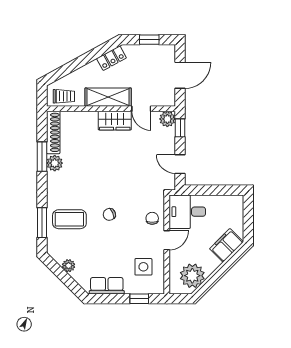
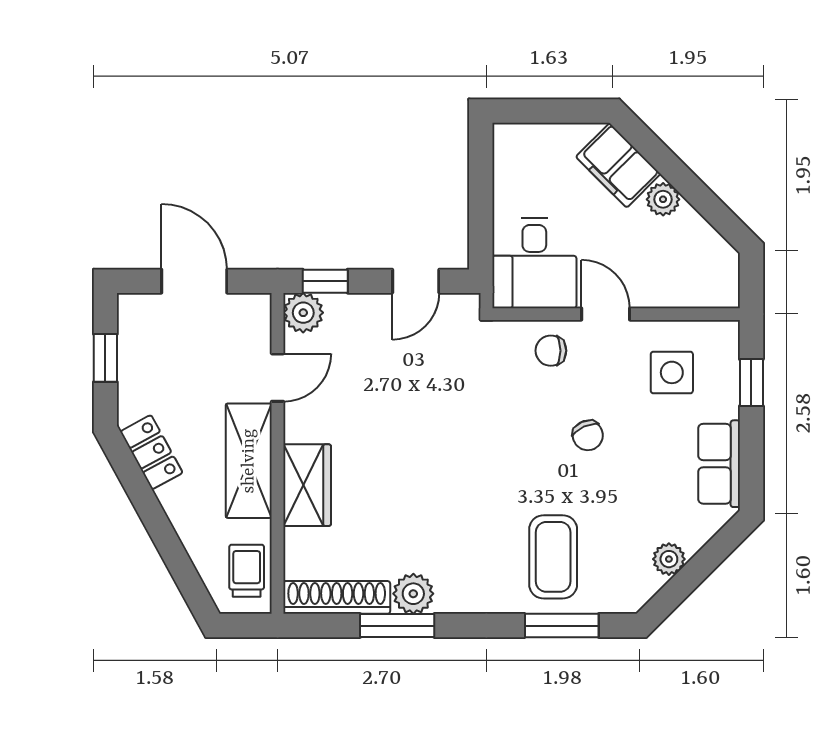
wardrobe: (115, 121) -> (307, 485), moved
chair: (109, 214) -> (588, 435), moved
plant: (192, 276) -> (663, 199), moved, width x0.53, depth x0.53

